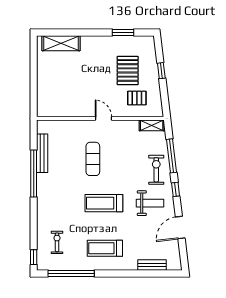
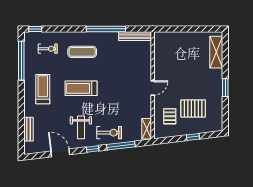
window: (123, 33) -> (225, 88), moved
bench: (42, 153) -> (135, 36), moved
exercise mat: (93, 159) -> (82, 52), moved
treadmill: (104, 203) -> (81, 88), turned -90

